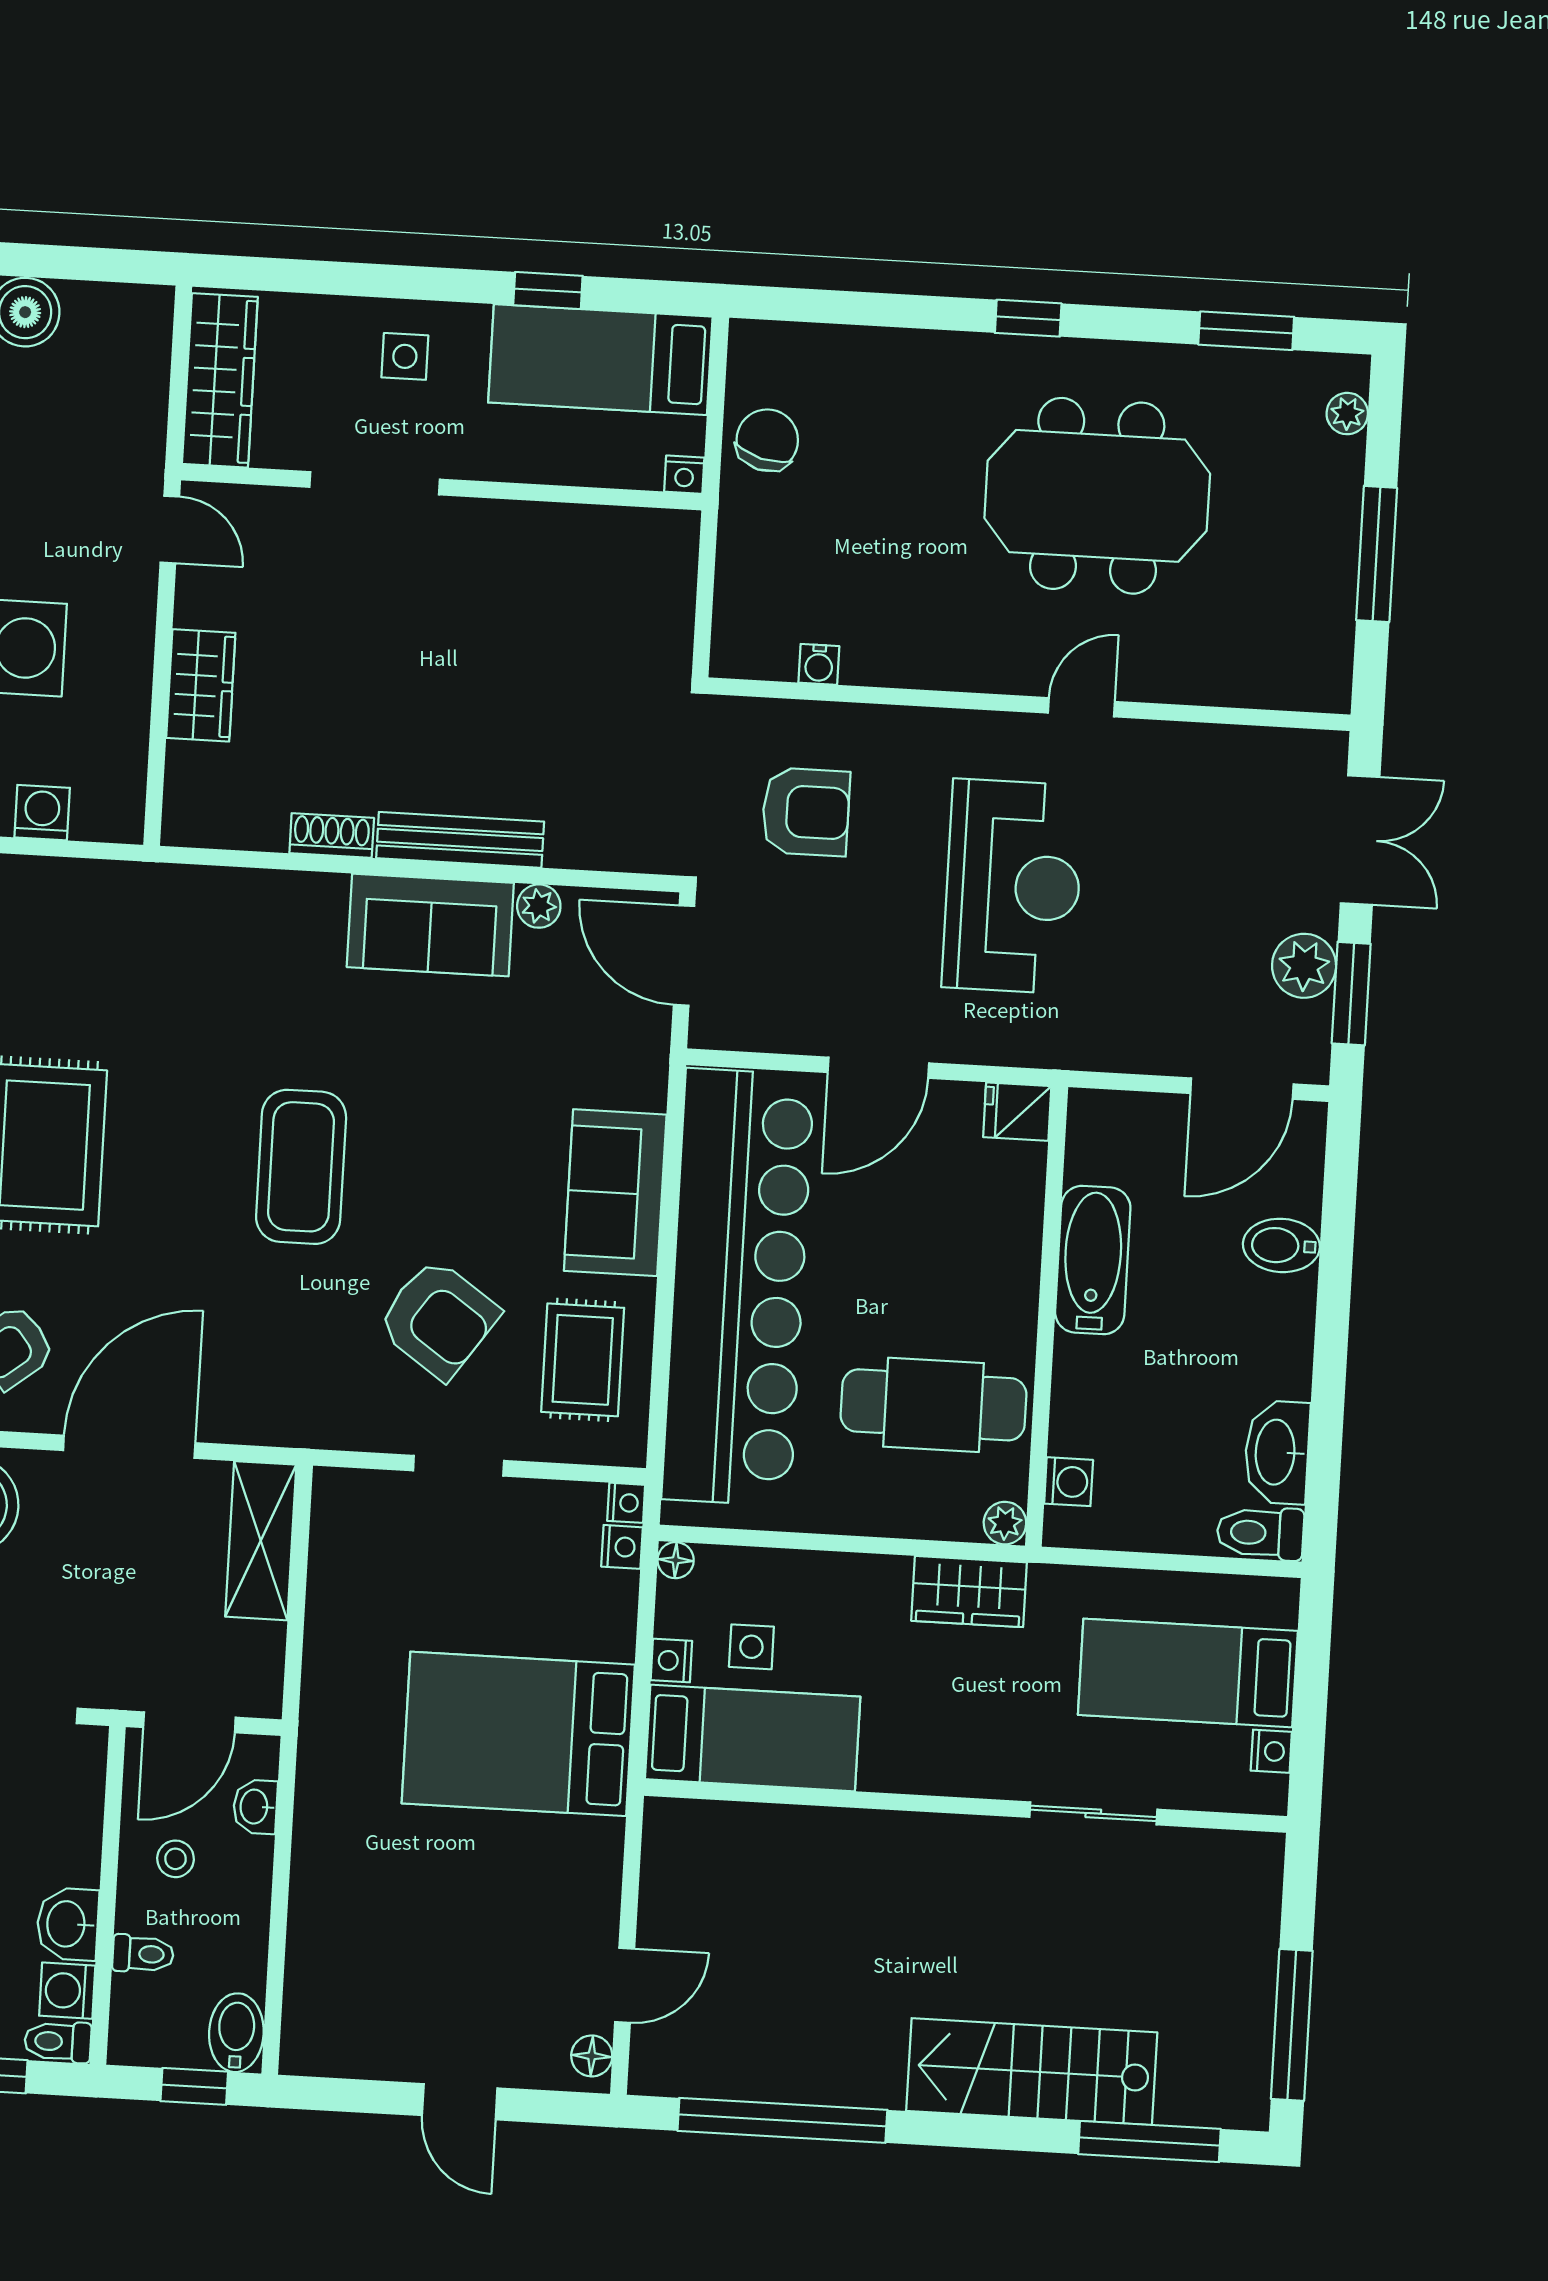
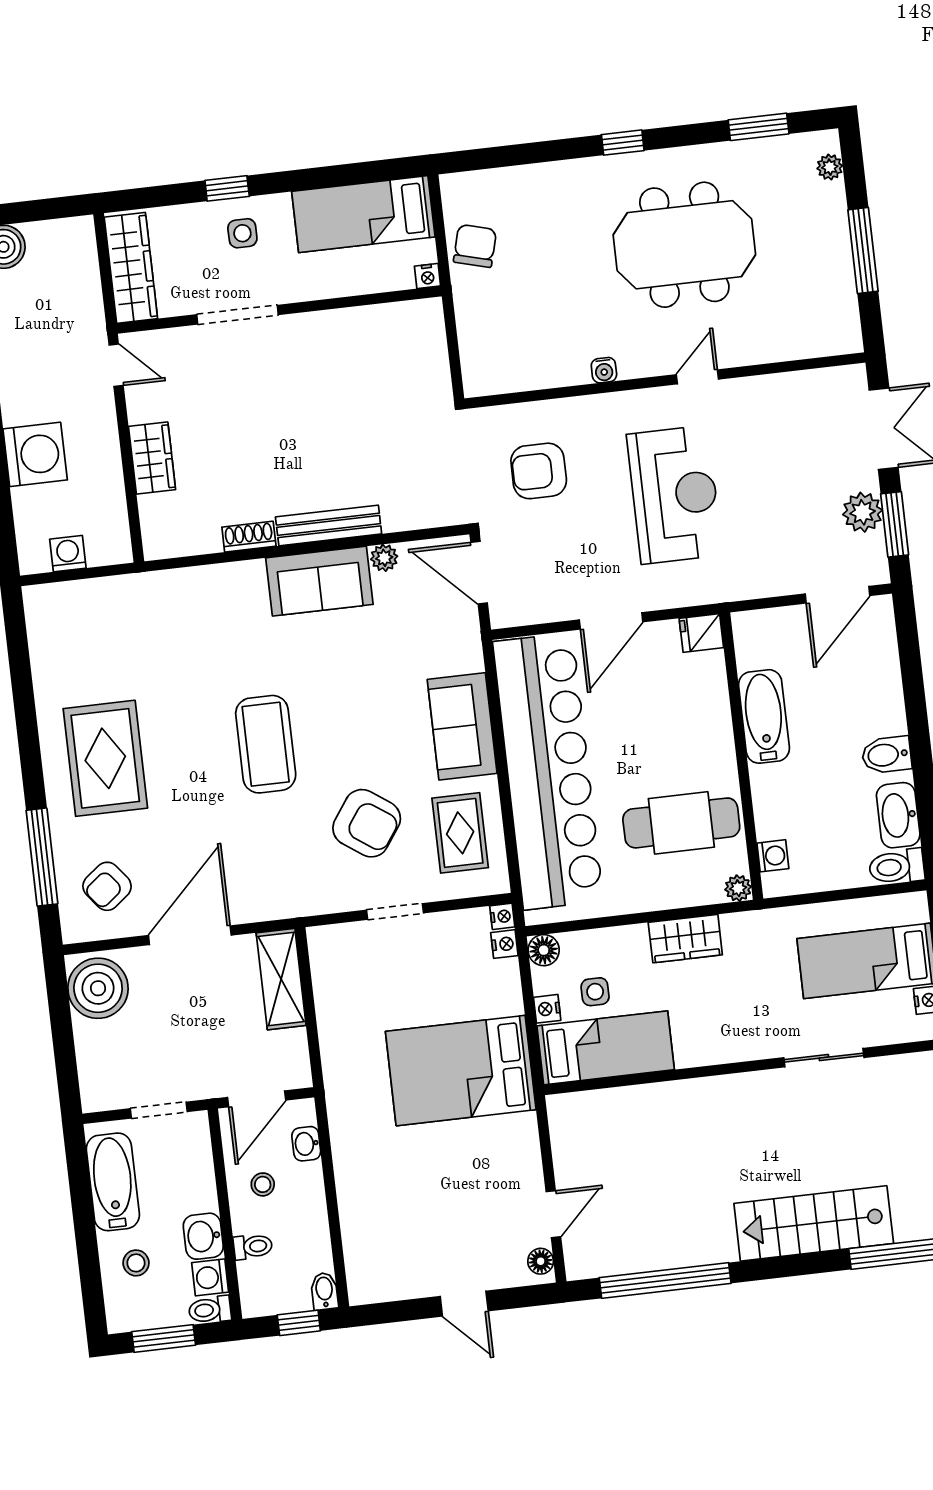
window: (548, 290) -> (227, 188), moved
water cooler: (819, 664) -> (604, 370), moved
armchair: (806, 812) -> (539, 471), turned 180
bidet: (1281, 1245) -> (886, 755), moved
floor lamp: (676, 1560) -> (544, 950), width x1.37, depth x1.37
wardrobe: (969, 1592) -> (685, 939), moved
bidet: (236, 2033) -> (324, 1291), width x0.72, depth x0.74

